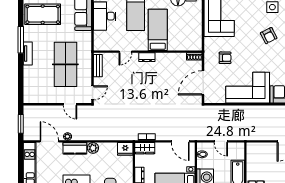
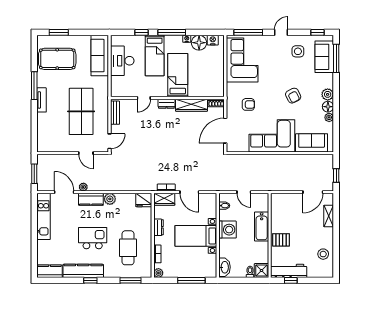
armchair: (269, 36) -> (293, 96), moved
wardrobe: (171, 58) -> (191, 105), added
door: (180, 141) -> (189, 192), moved

